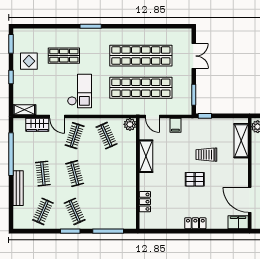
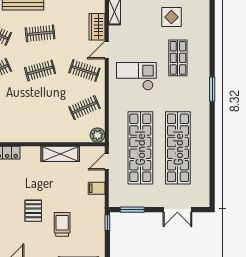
checkout: (80, 91) -> (136, 76), turned 180

